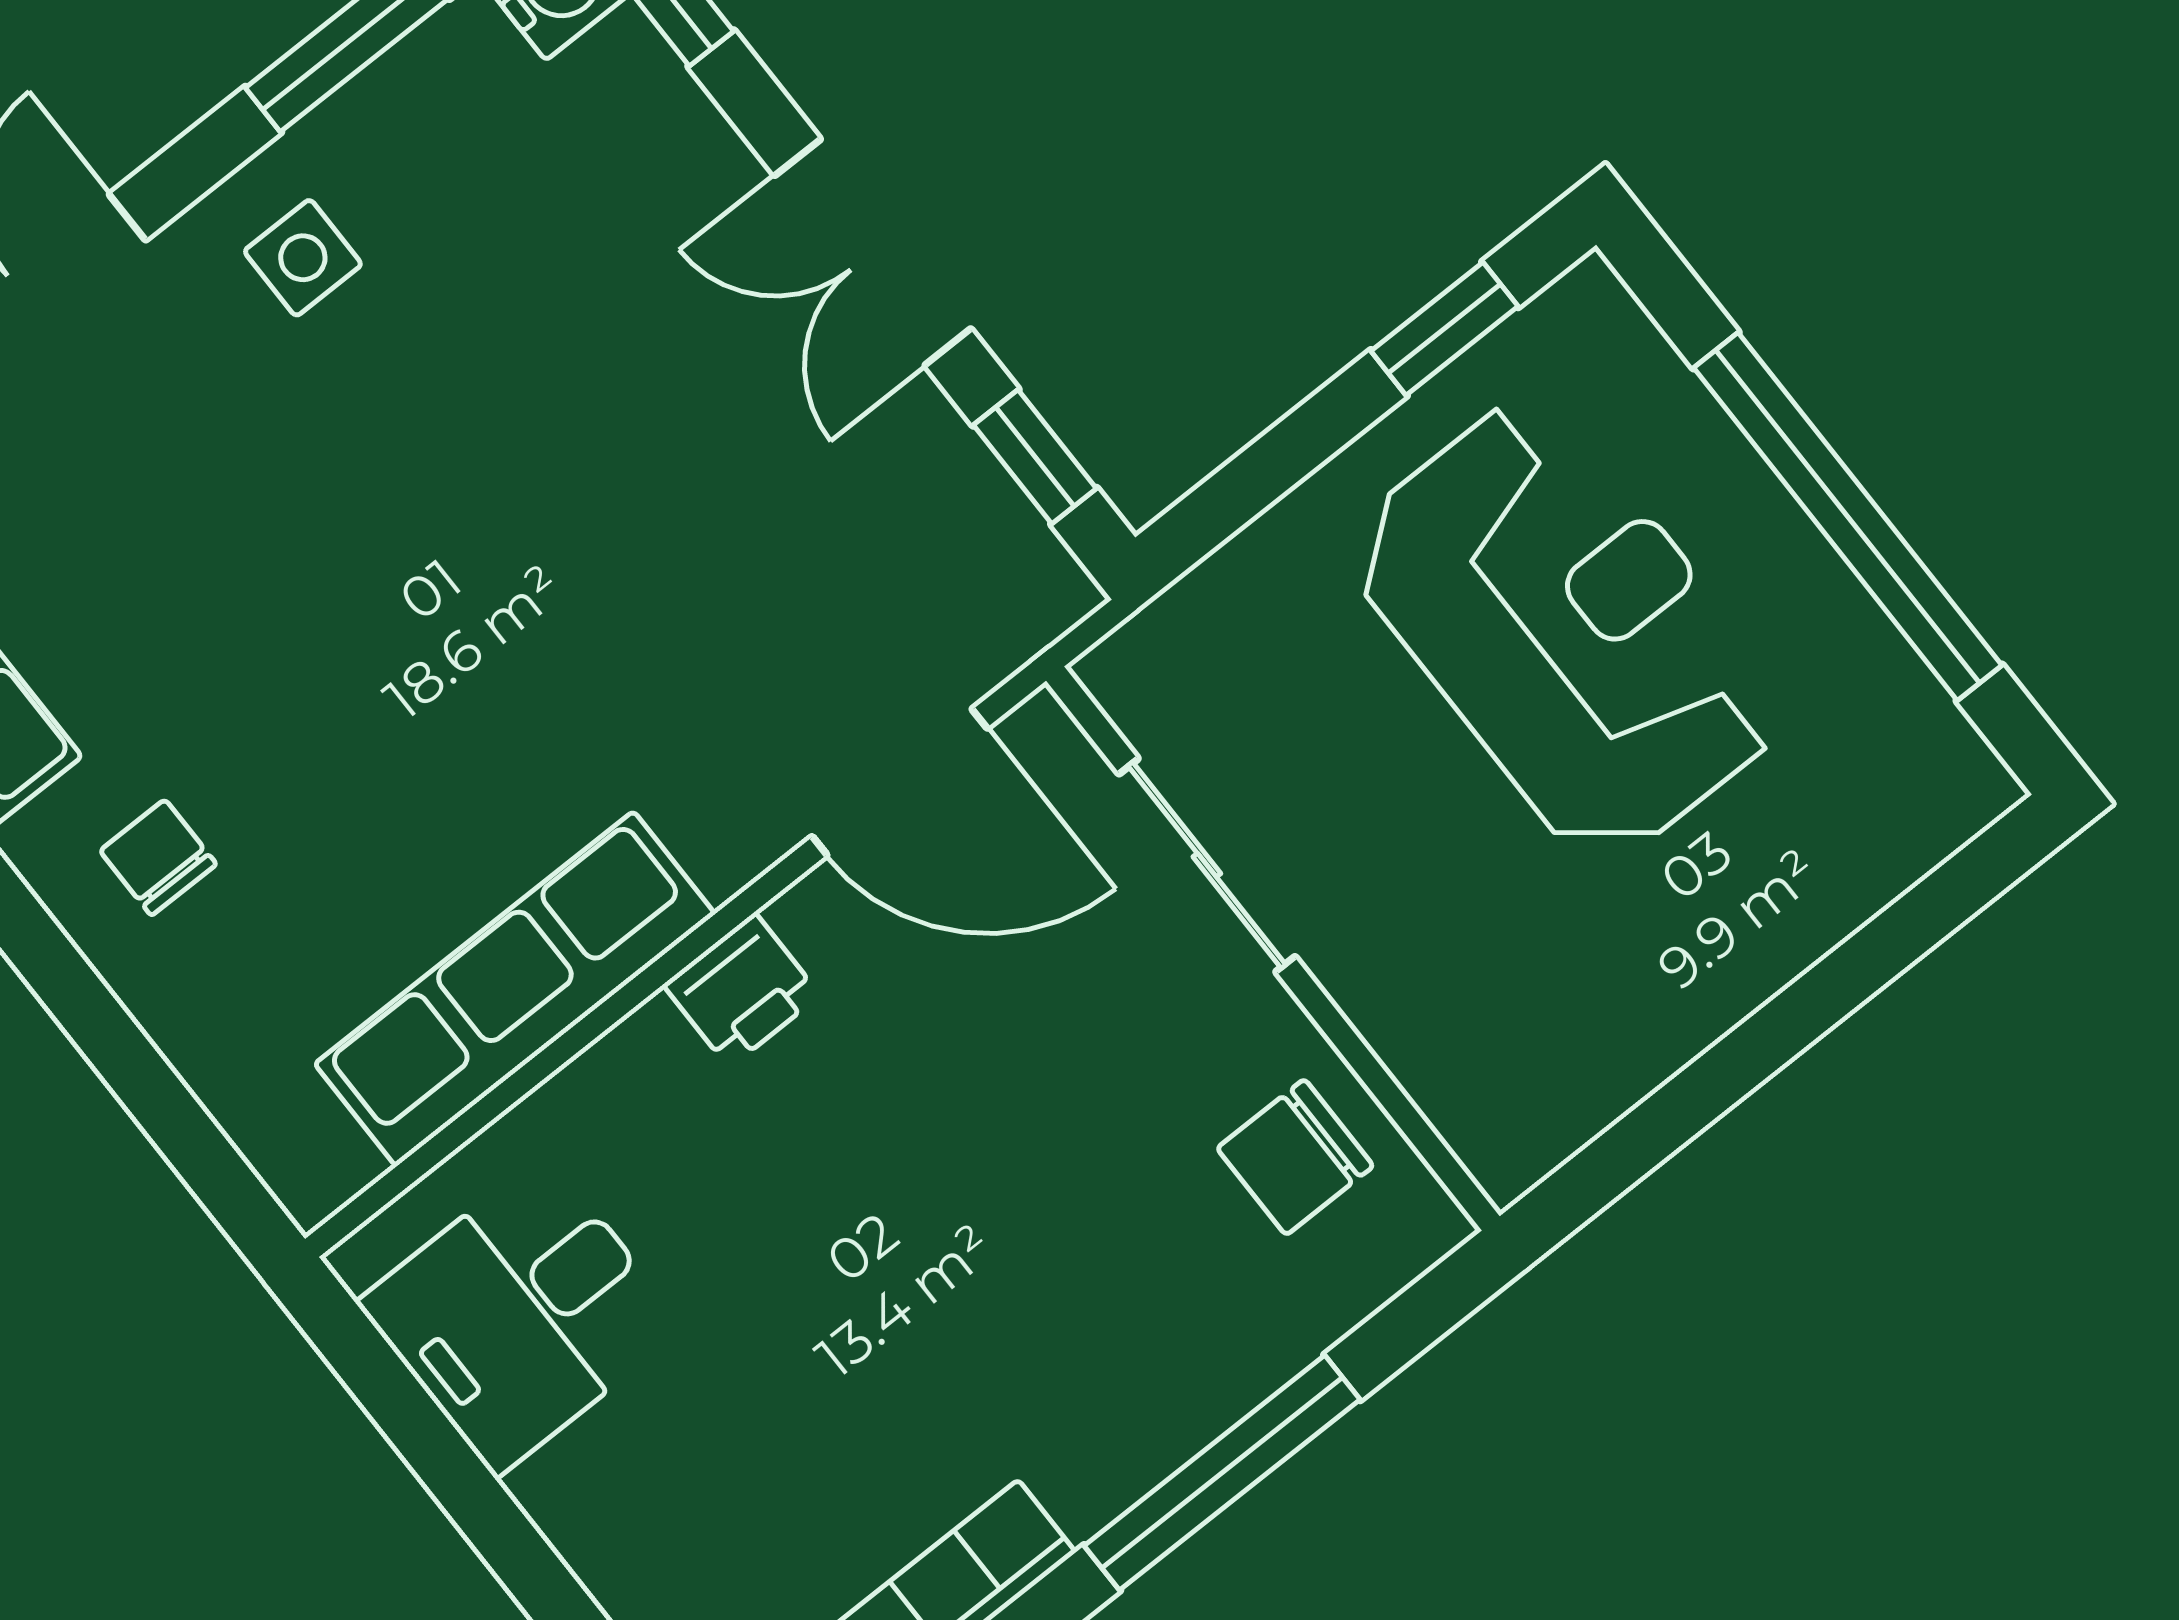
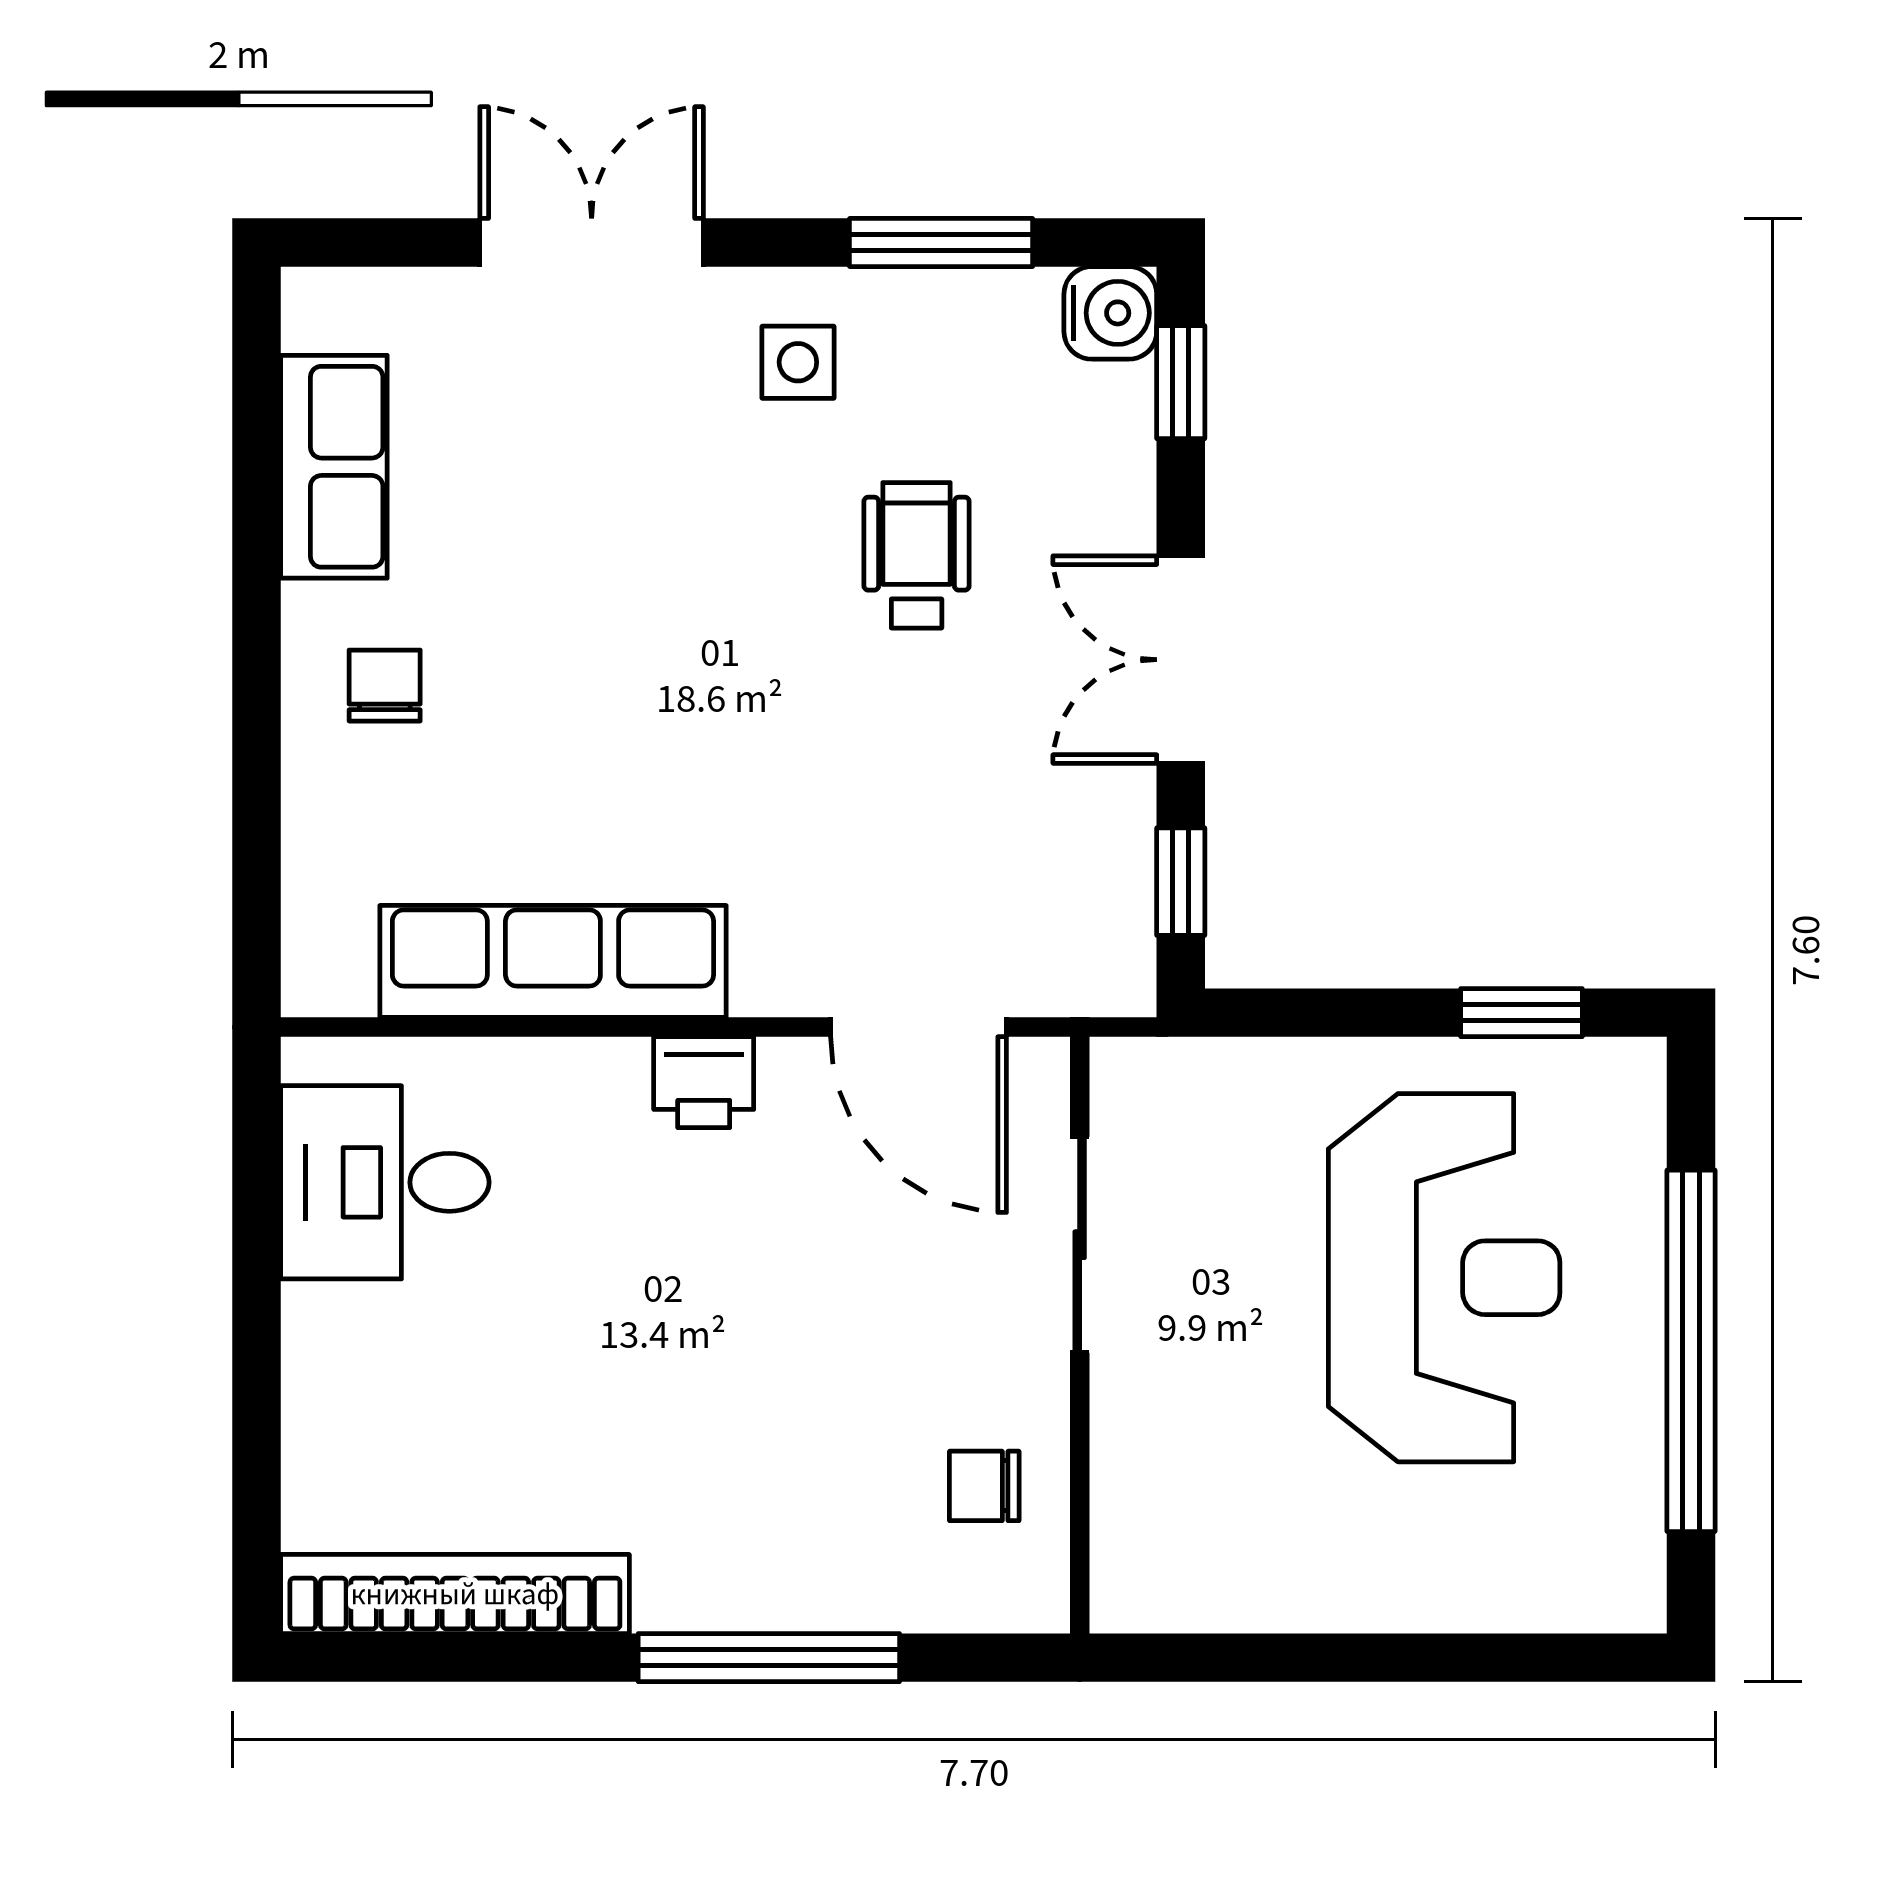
wheelchair: (553, 349) -> (917, 555), added
chair: (1295, 1157) -> (984, 1486), width x0.73, depth x0.73

